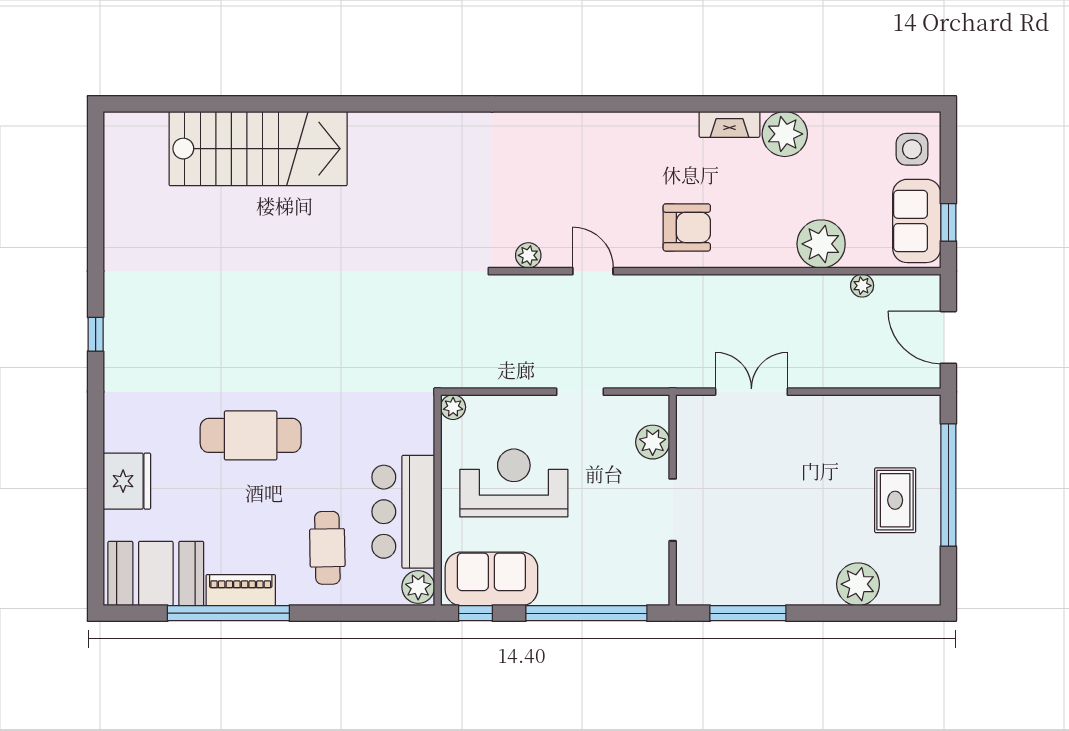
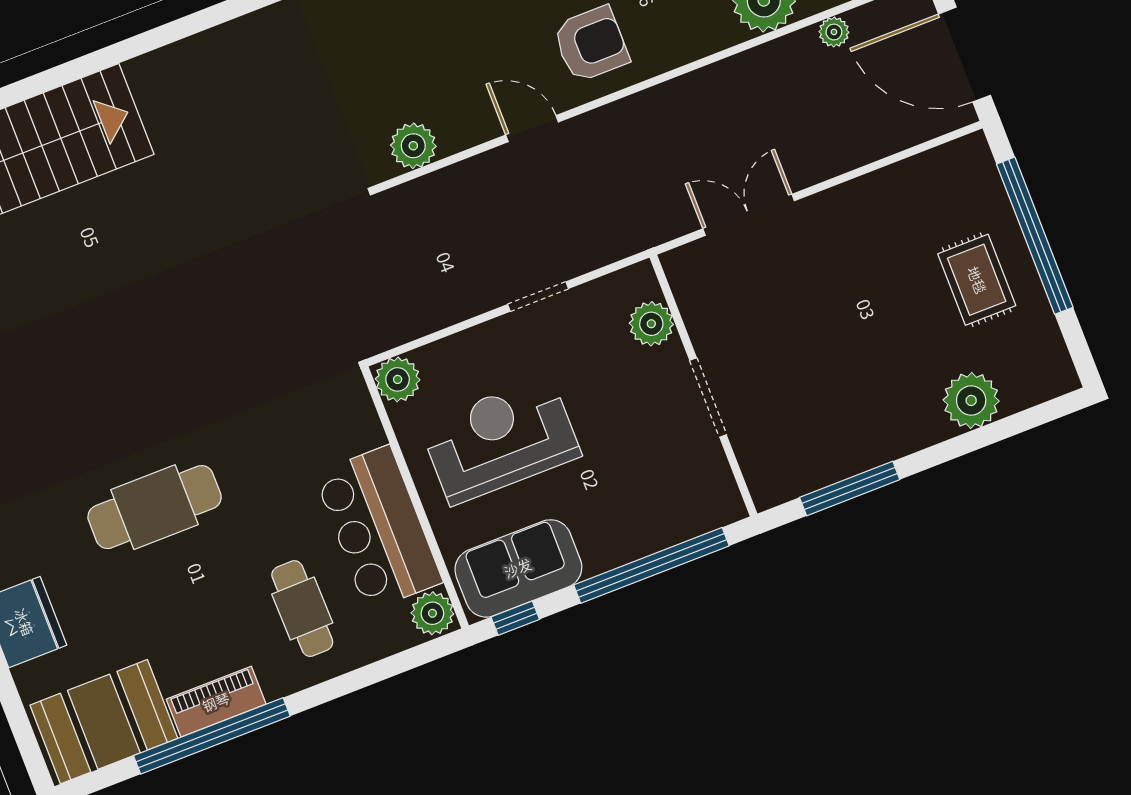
plant: (528, 255) -> (413, 146), width x1.38, depth x1.38
door: (593, 271) -> (532, 129), moved
door: (948, 337) -> (965, 55), width x1.36
plant: (453, 407) -> (398, 379), width x1.38, depth x1.38

